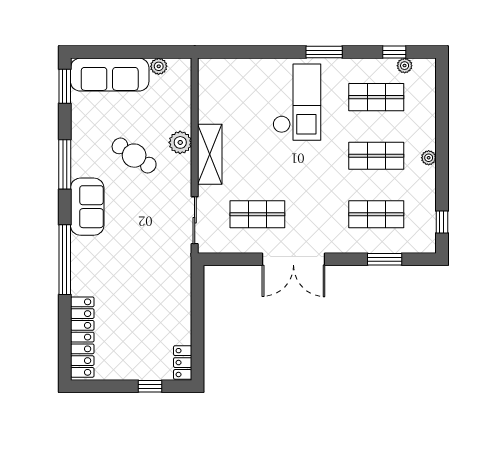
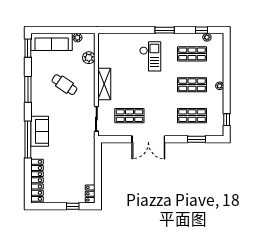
checkout: (297, 102) -> (150, 56), width x0.73, depth x0.83
plant: (180, 142) -> (89, 58), moved
sofa: (87, 207) -> (40, 131), moved

